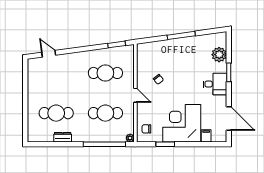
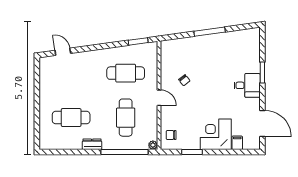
plant: (219, 55) -> (252, 53), removed
cafe table: (105, 113) -> (126, 118), turned 90
corner desk: (182, 123) -> (216, 134), width x0.74, depth x0.74
dresser: (63, 137) -> (92, 144), moved

